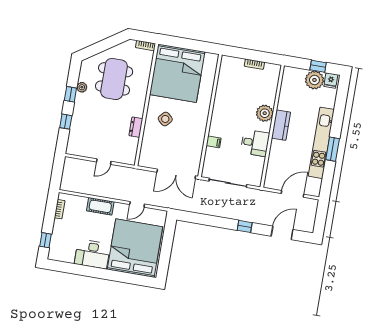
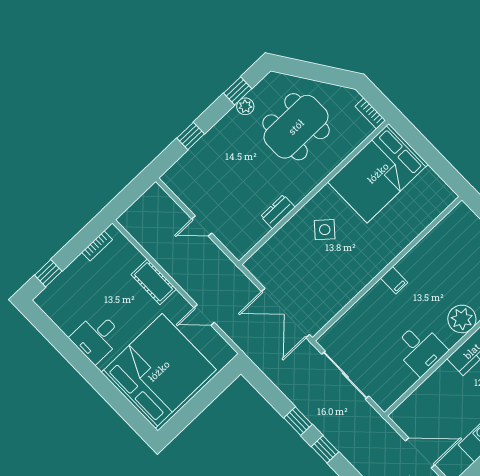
bed: (177, 73) -> (378, 173), width x0.73
window: (70, 94) -> (238, 91), moved
filing cabinet: (214, 142) -> (394, 280), moved
window: (221, 222) -> (298, 421), added
desk: (92, 254) -> (97, 337), width x0.73

